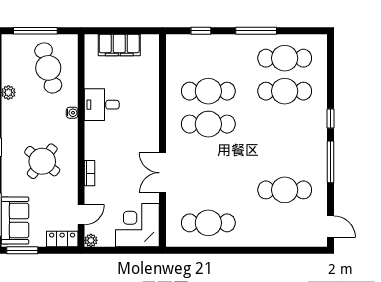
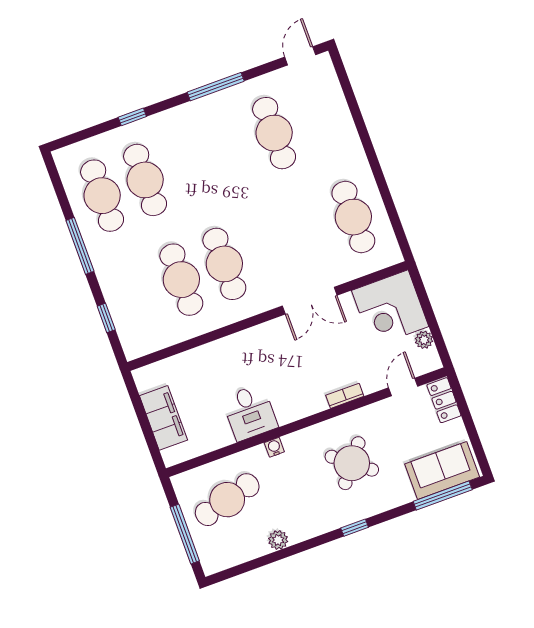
window: (330, 119) -> (132, 117), moved
door: (81, 215) -> (403, 387), hinge flipped
plant: (91, 240) -> (424, 340), moved
window: (22, 250) -> (478, 447), removed

